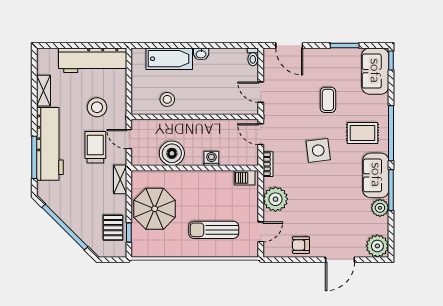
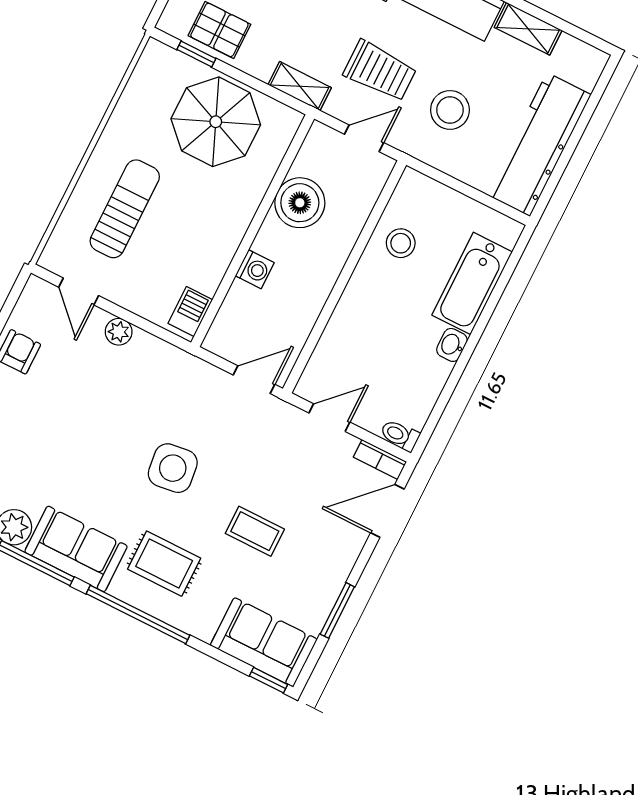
rug: (363, 133) -> (164, 564), turned 90
bookcase: (268, 164) -> (380, 459), moved
plant: (275, 199) -> (119, 332), width x0.53, depth x0.53

